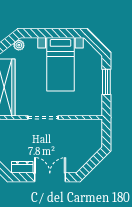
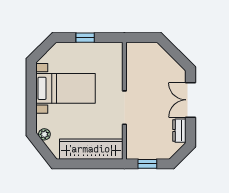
window: (106, 82) -> (85, 38), width x0.67

